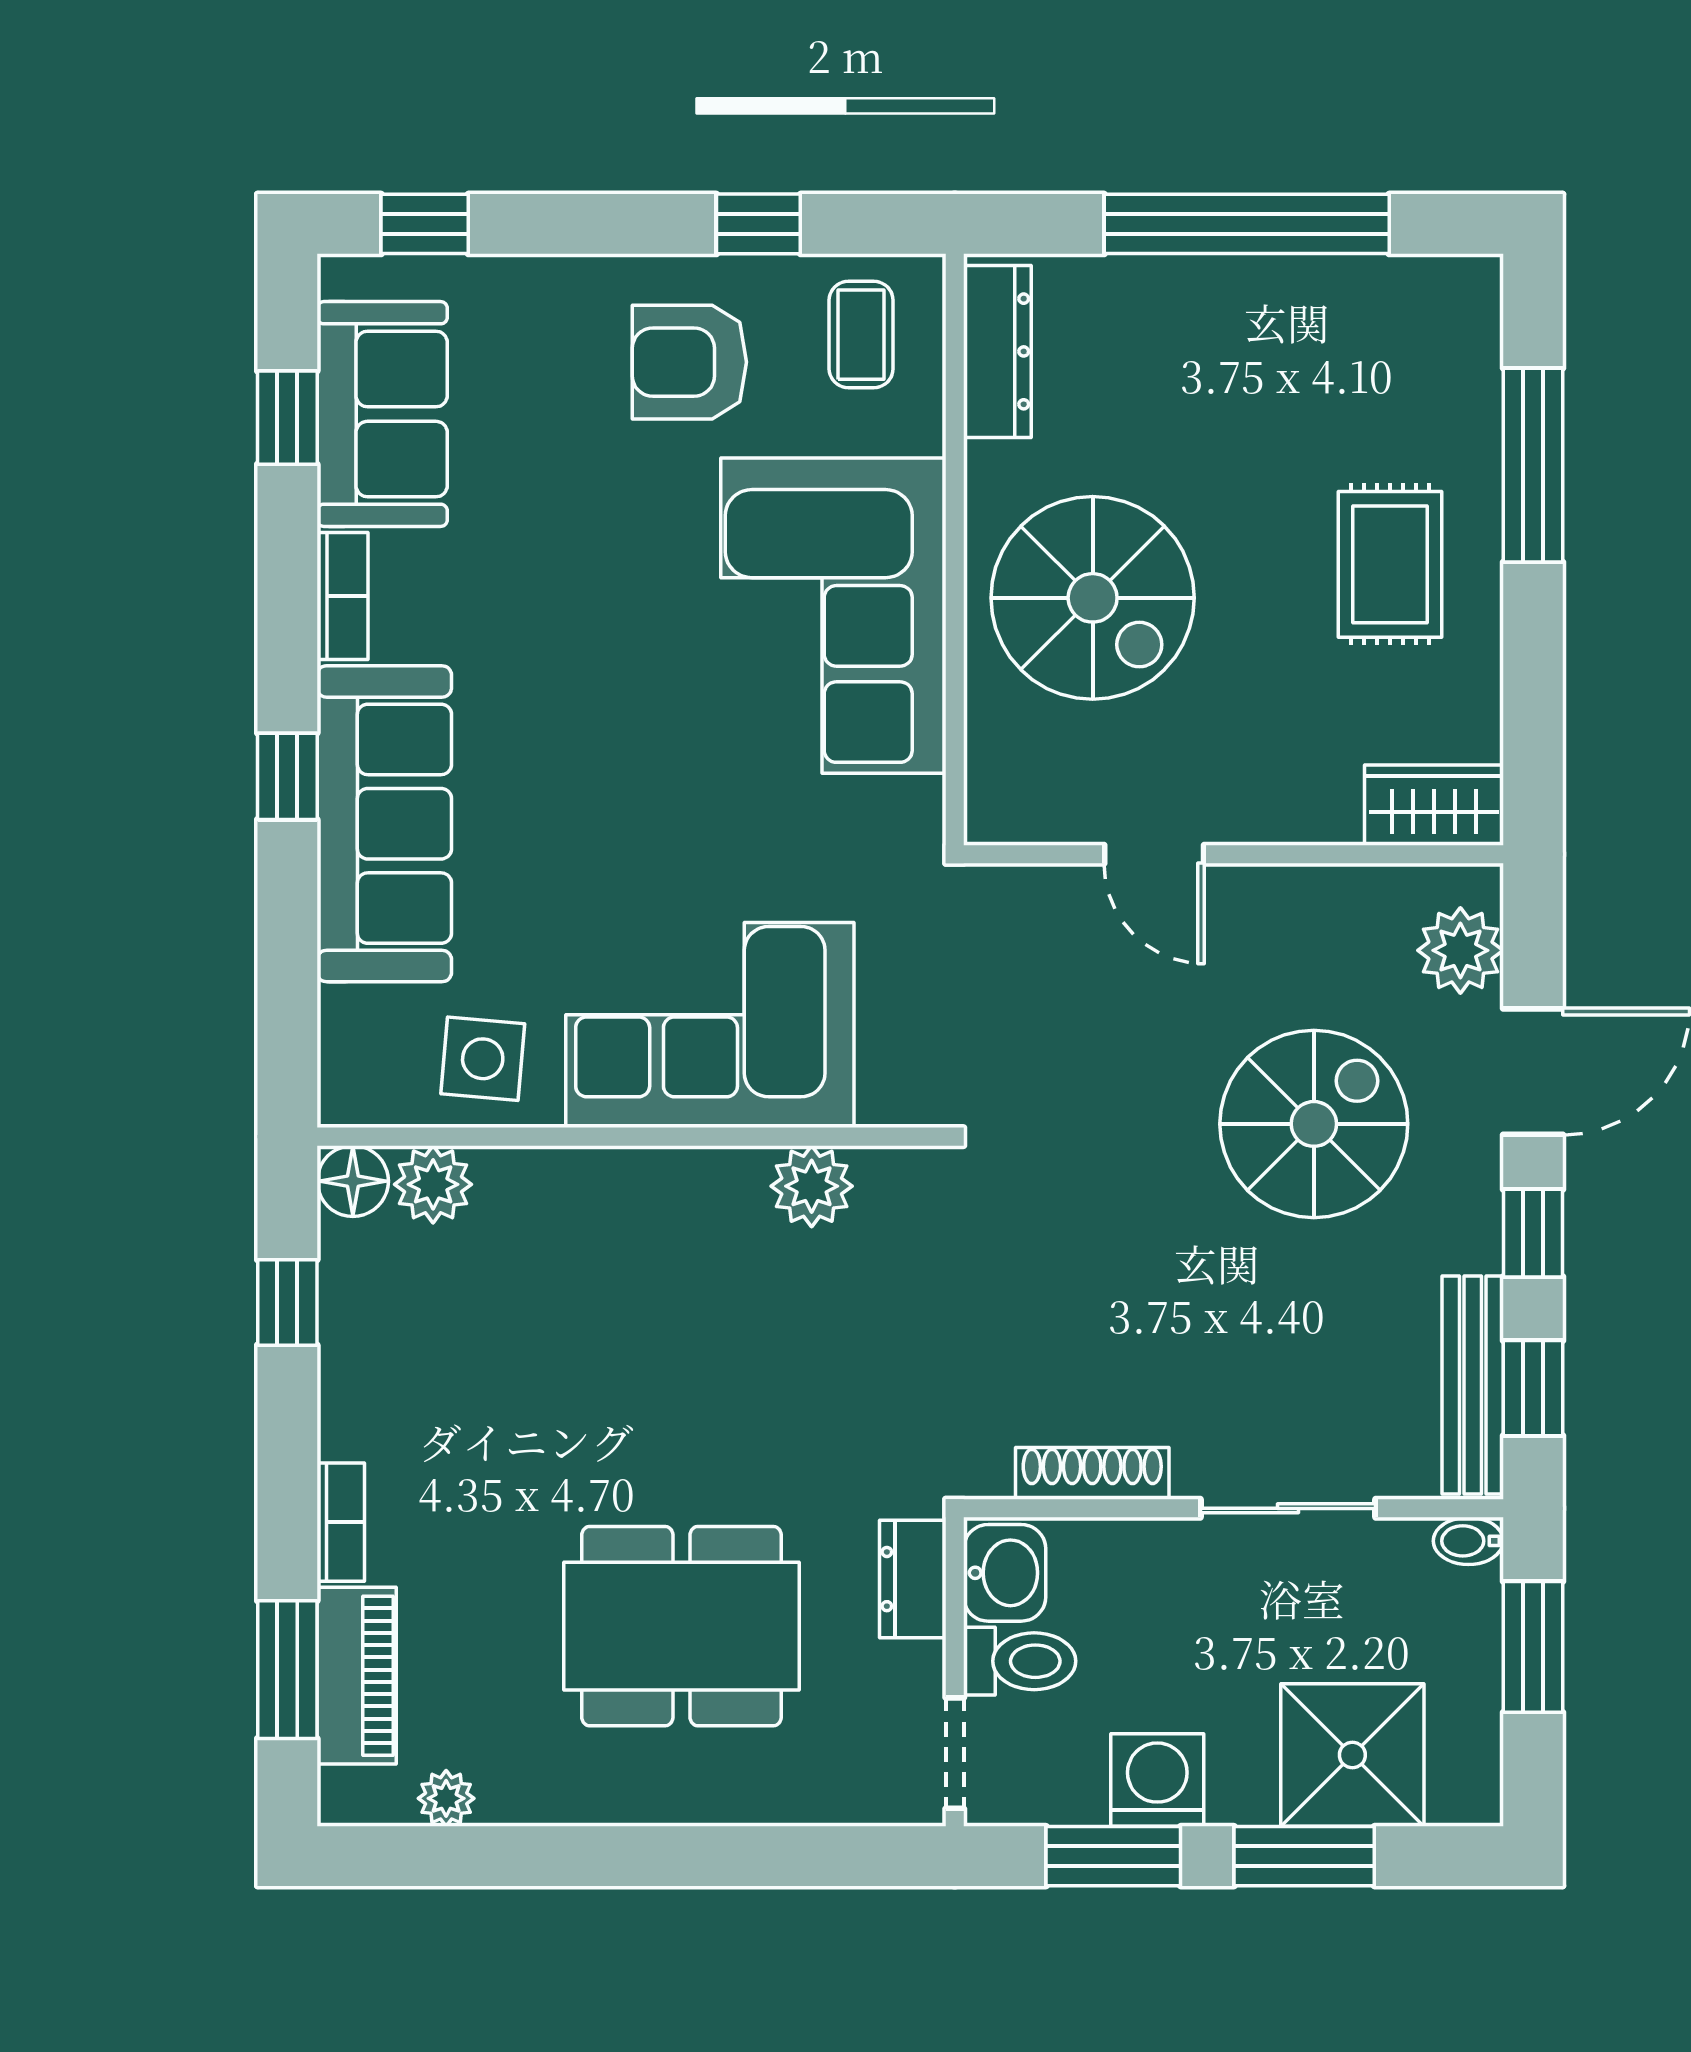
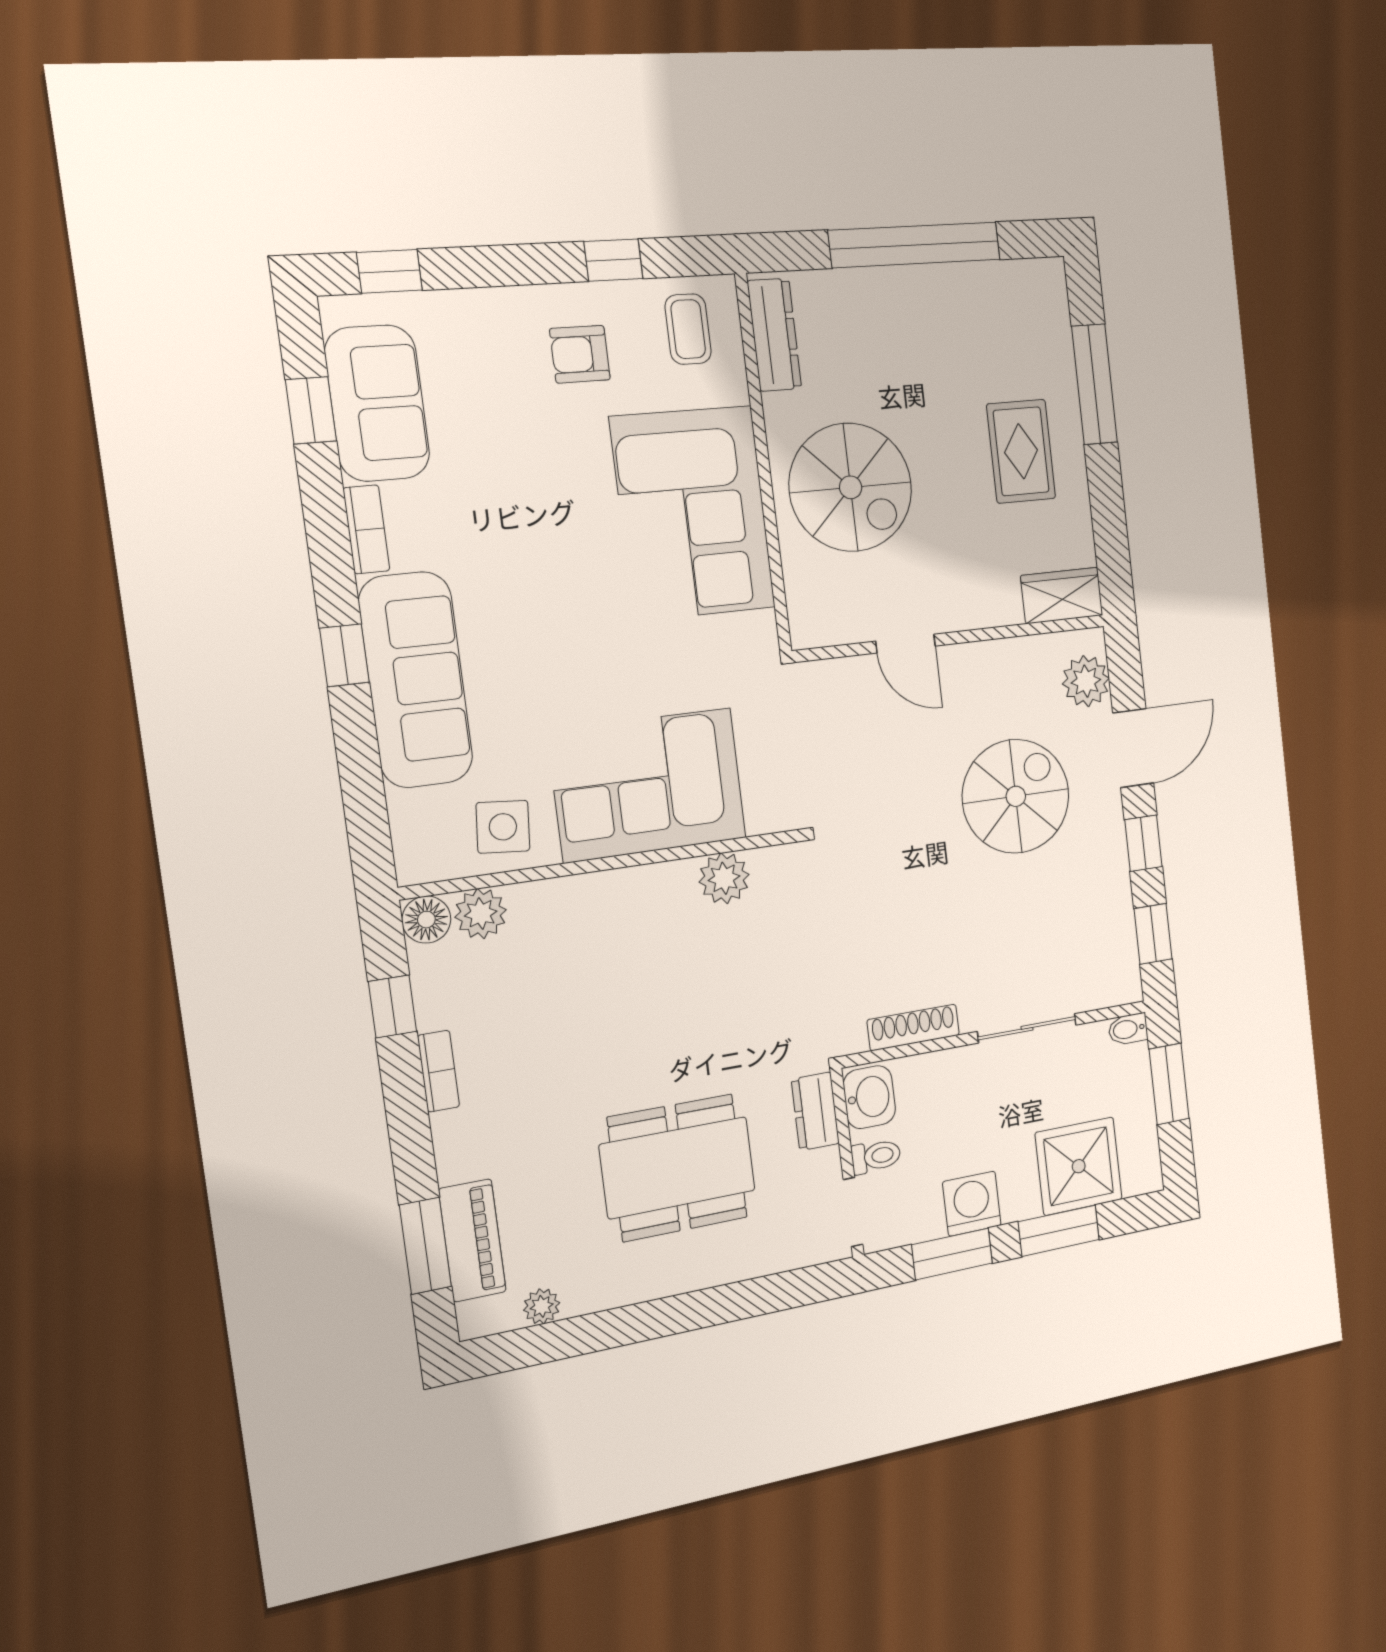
armchair: (689, 362) -> (580, 354), width x0.72, depth x0.72
bench: (1473, 1385) -> (1120, 938), removed
bookcase: (341, 1522) -> (439, 1071), moved
toilet: (1020, 1661) -> (876, 1156), width x0.73, depth x0.72

